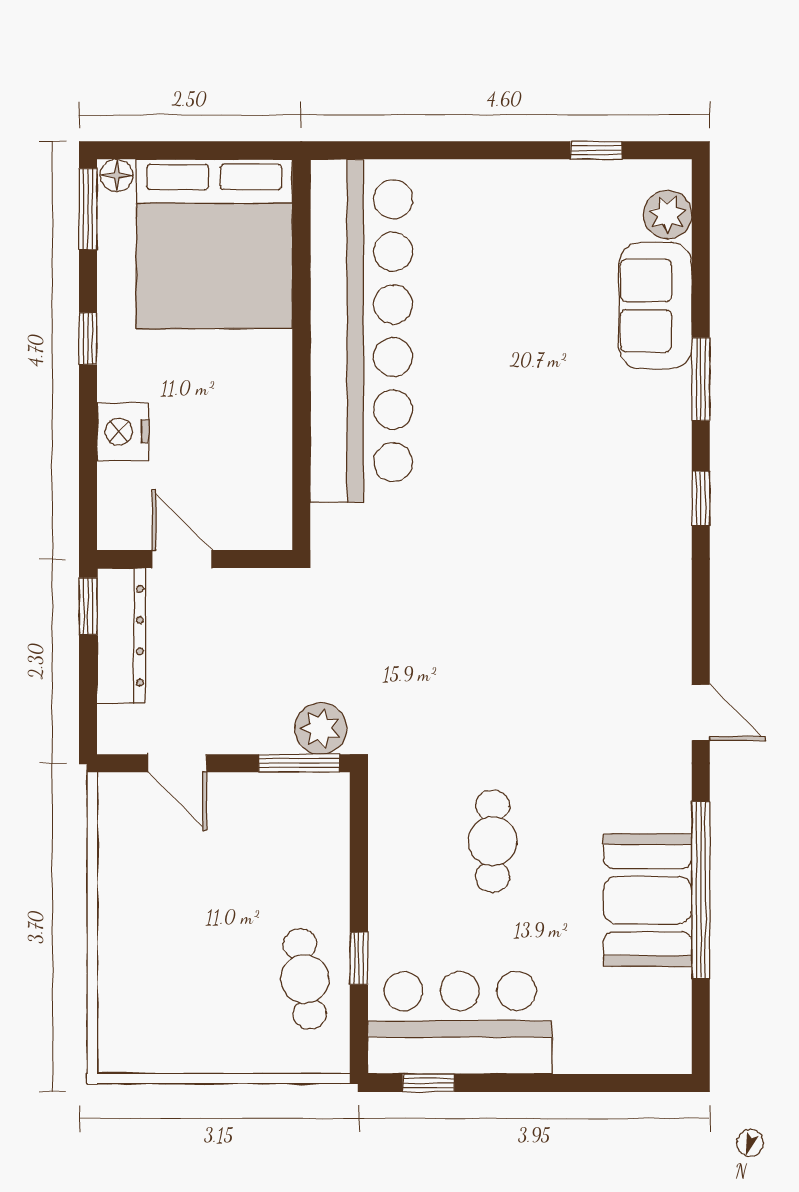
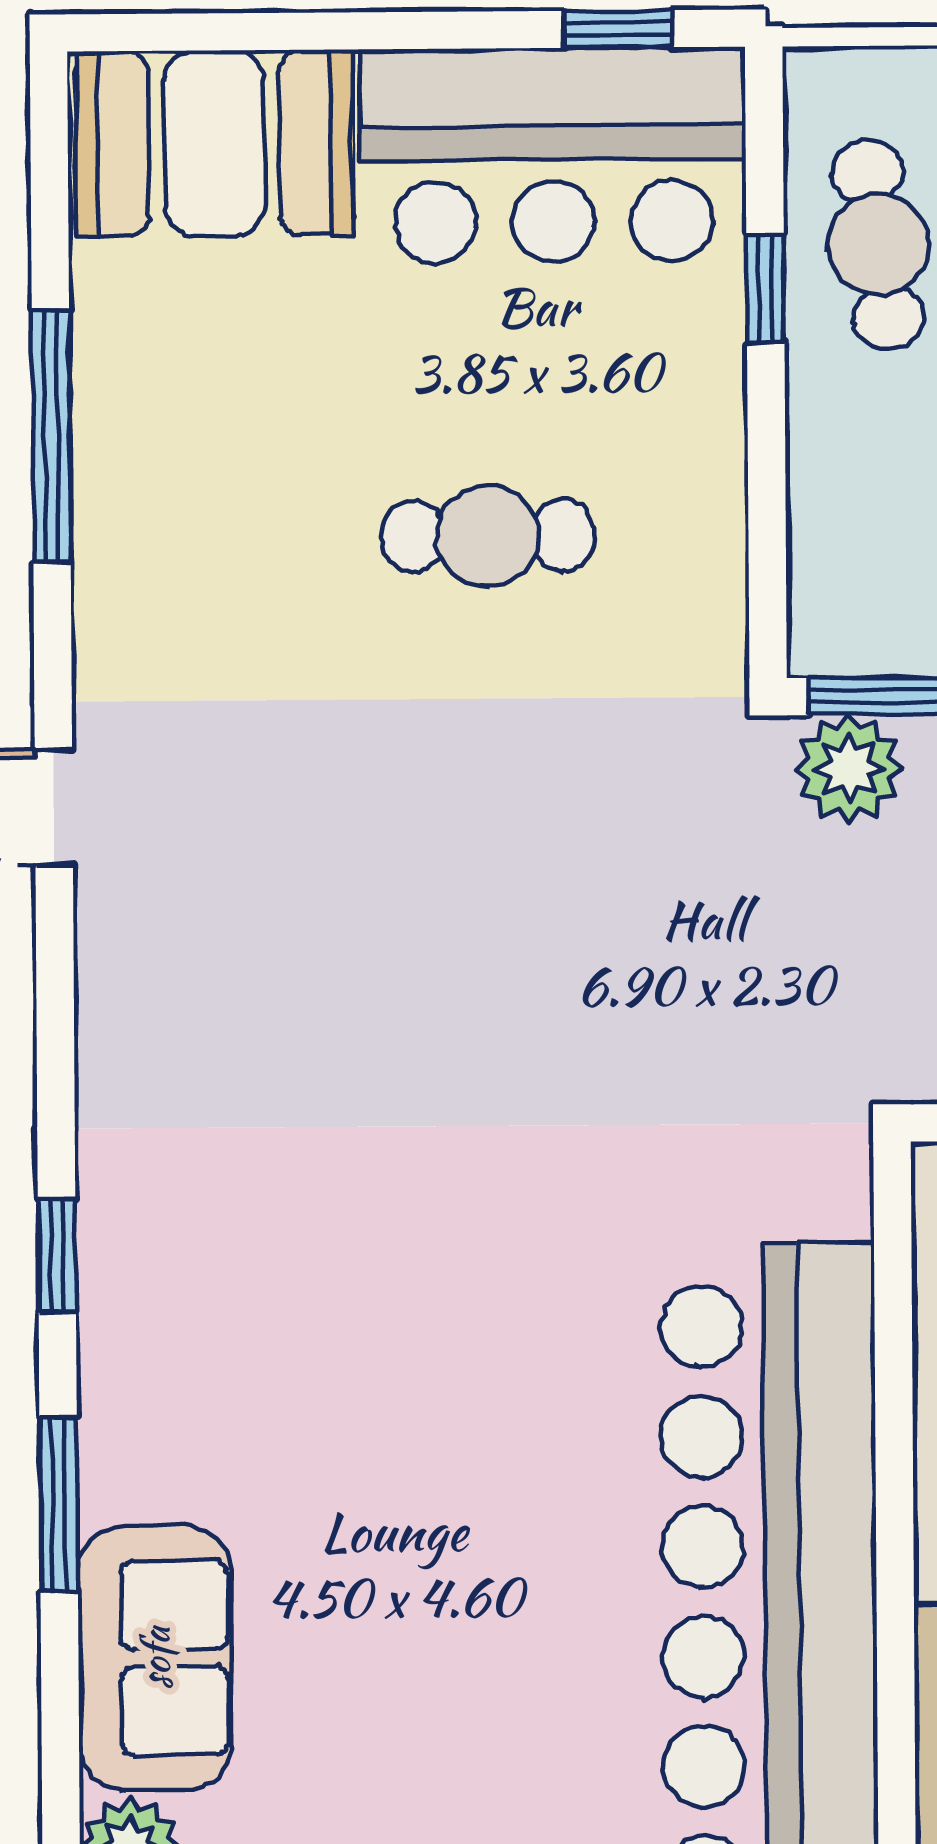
cafe table: (493, 841) -> (488, 536), turned 90
window: (701, 890) -> (51, 436), width x0.68
booth: (648, 900) -> (214, 143), moved, turned 90

